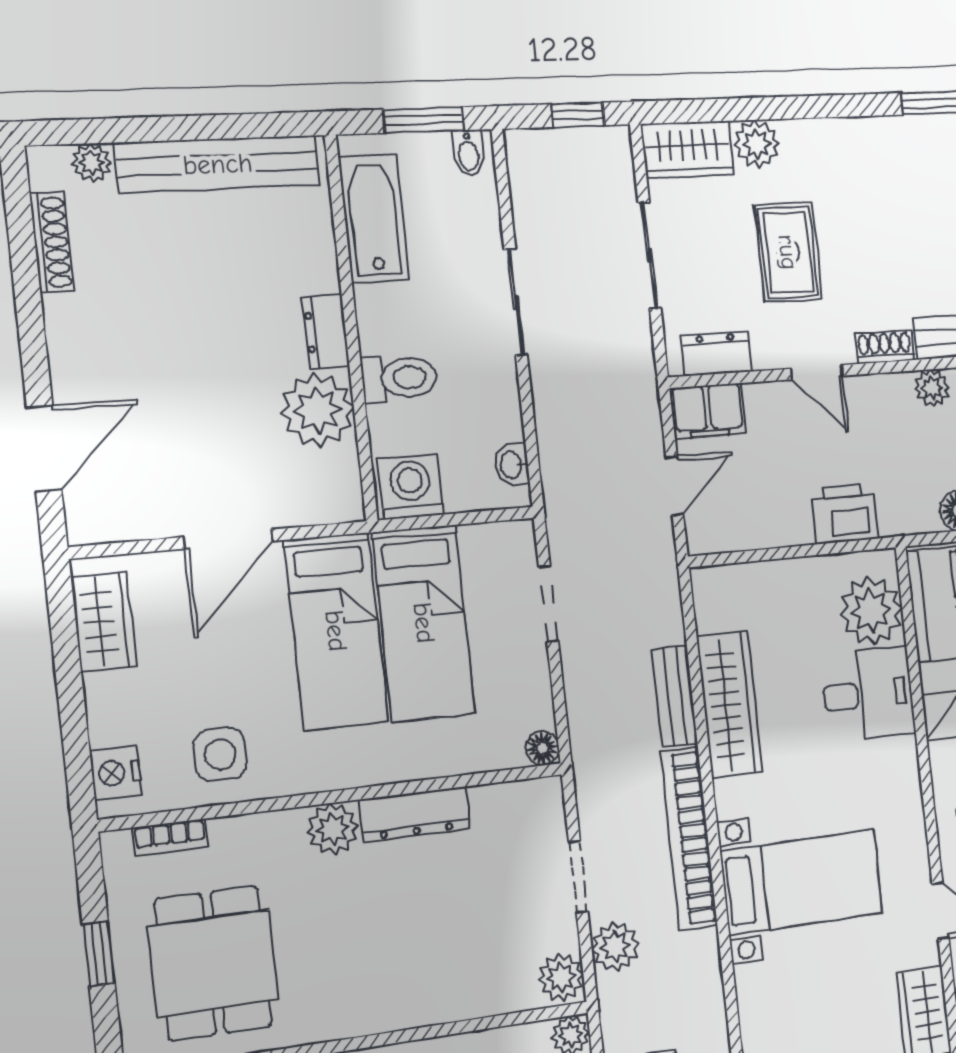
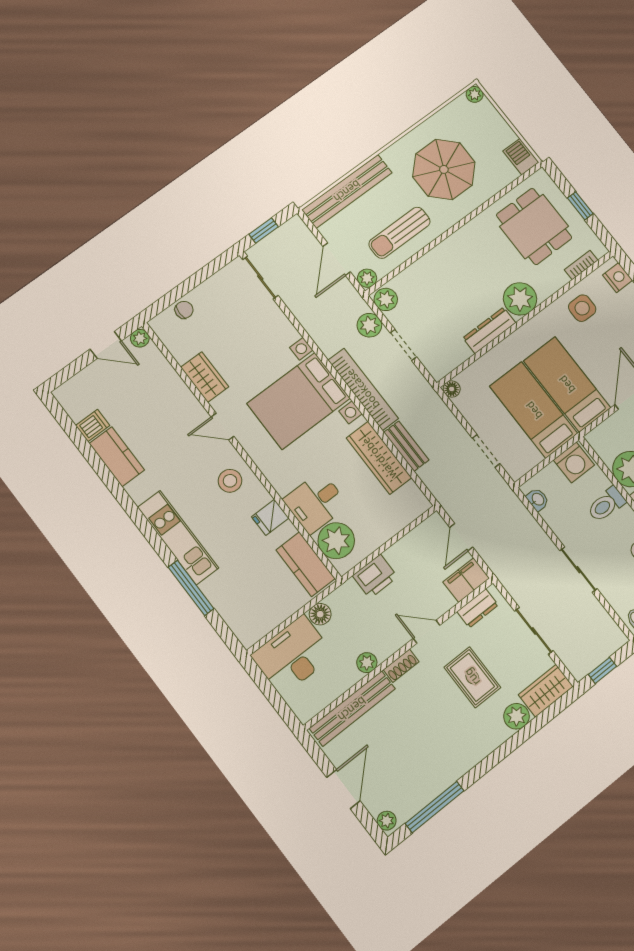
plant: (333, 829) -> (520, 299), width x1.36, depth x1.36
bed with nightstands: (802, 882) -> (299, 401), width x1.36

